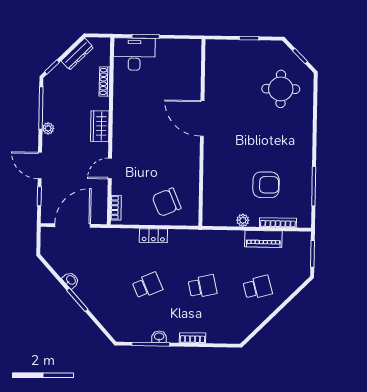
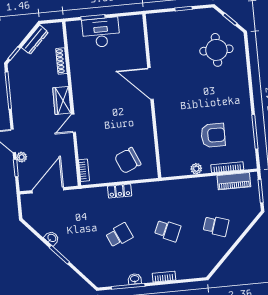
desk: (134, 54) -> (101, 33), moved
plant: (48, 128) -> (22, 157), moved
door: (110, 169) -> (74, 123), moved
piano: (263, 239) -> (234, 181), moved
school desk: (202, 286) -> (168, 231), turned 36
school desk: (258, 287) -> (216, 226), turned 33

